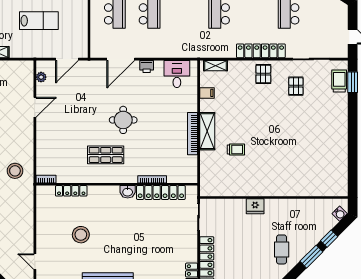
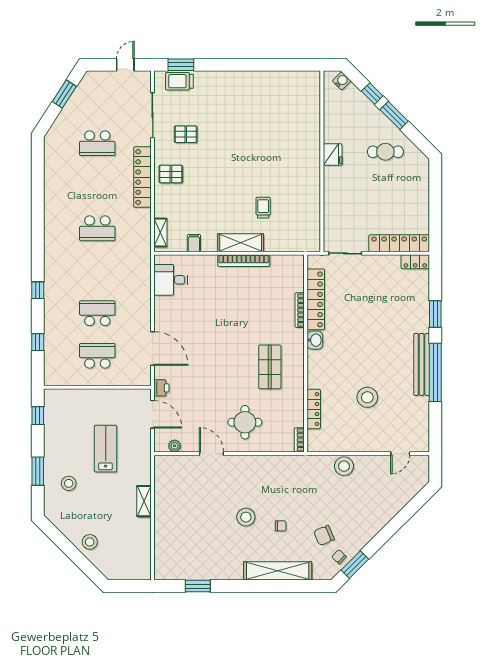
printer: (147, 66) -> (161, 388), moved
round table: (123, 120) -> (245, 422), moved
stool: (15, 171) -> (344, 466), moved
fridge: (255, 206) -> (333, 155), moved

